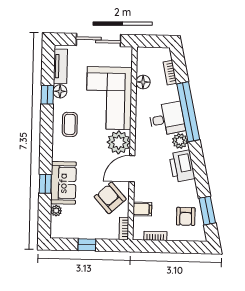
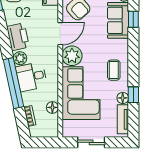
sliding door: (98, 40) -> (91, 142), width x0.73

